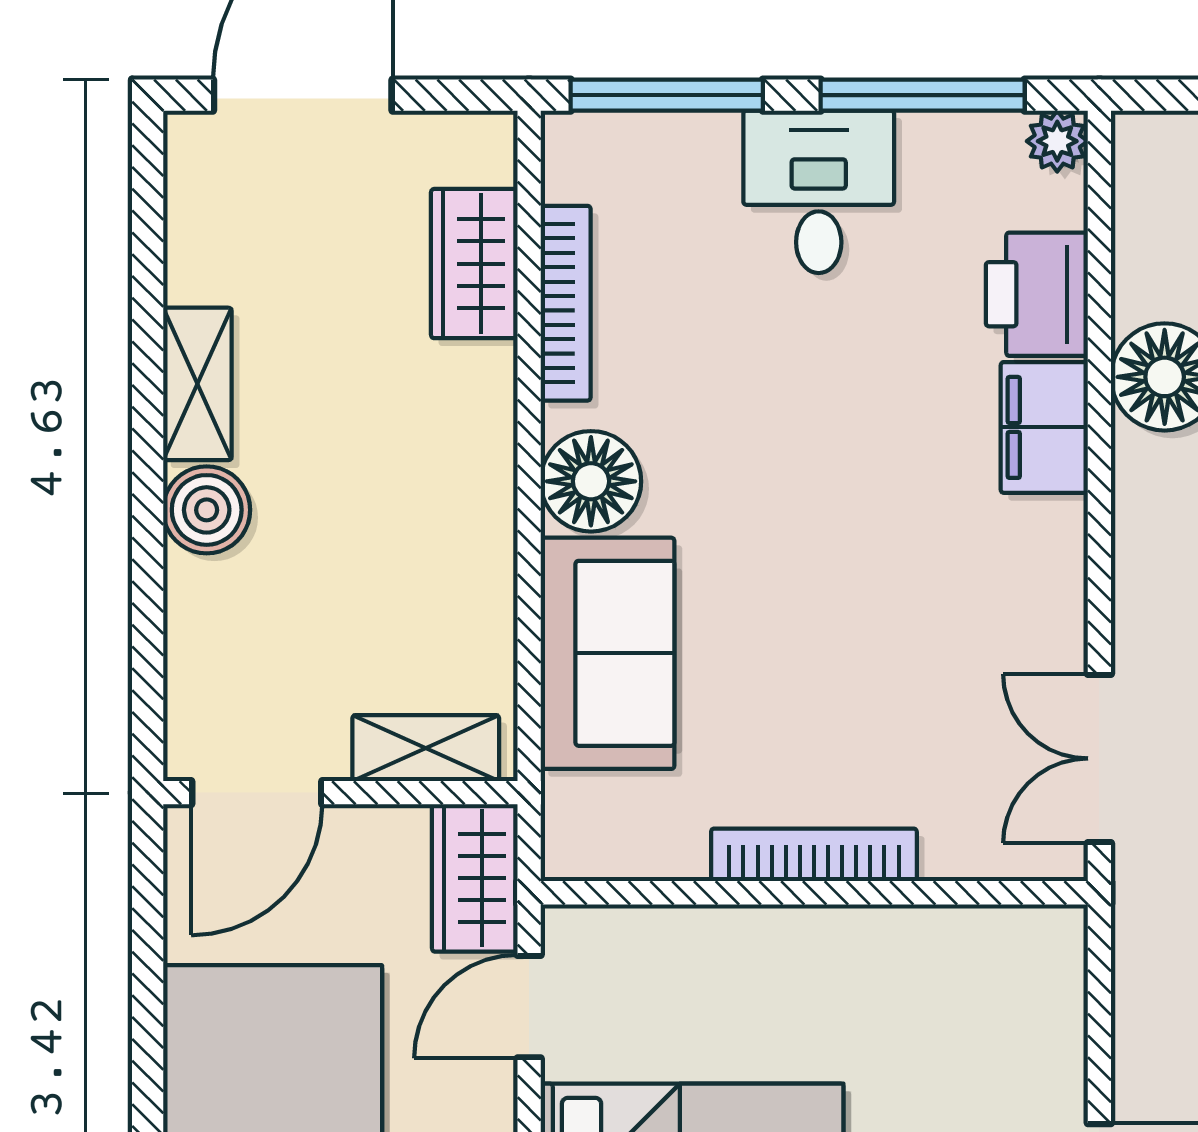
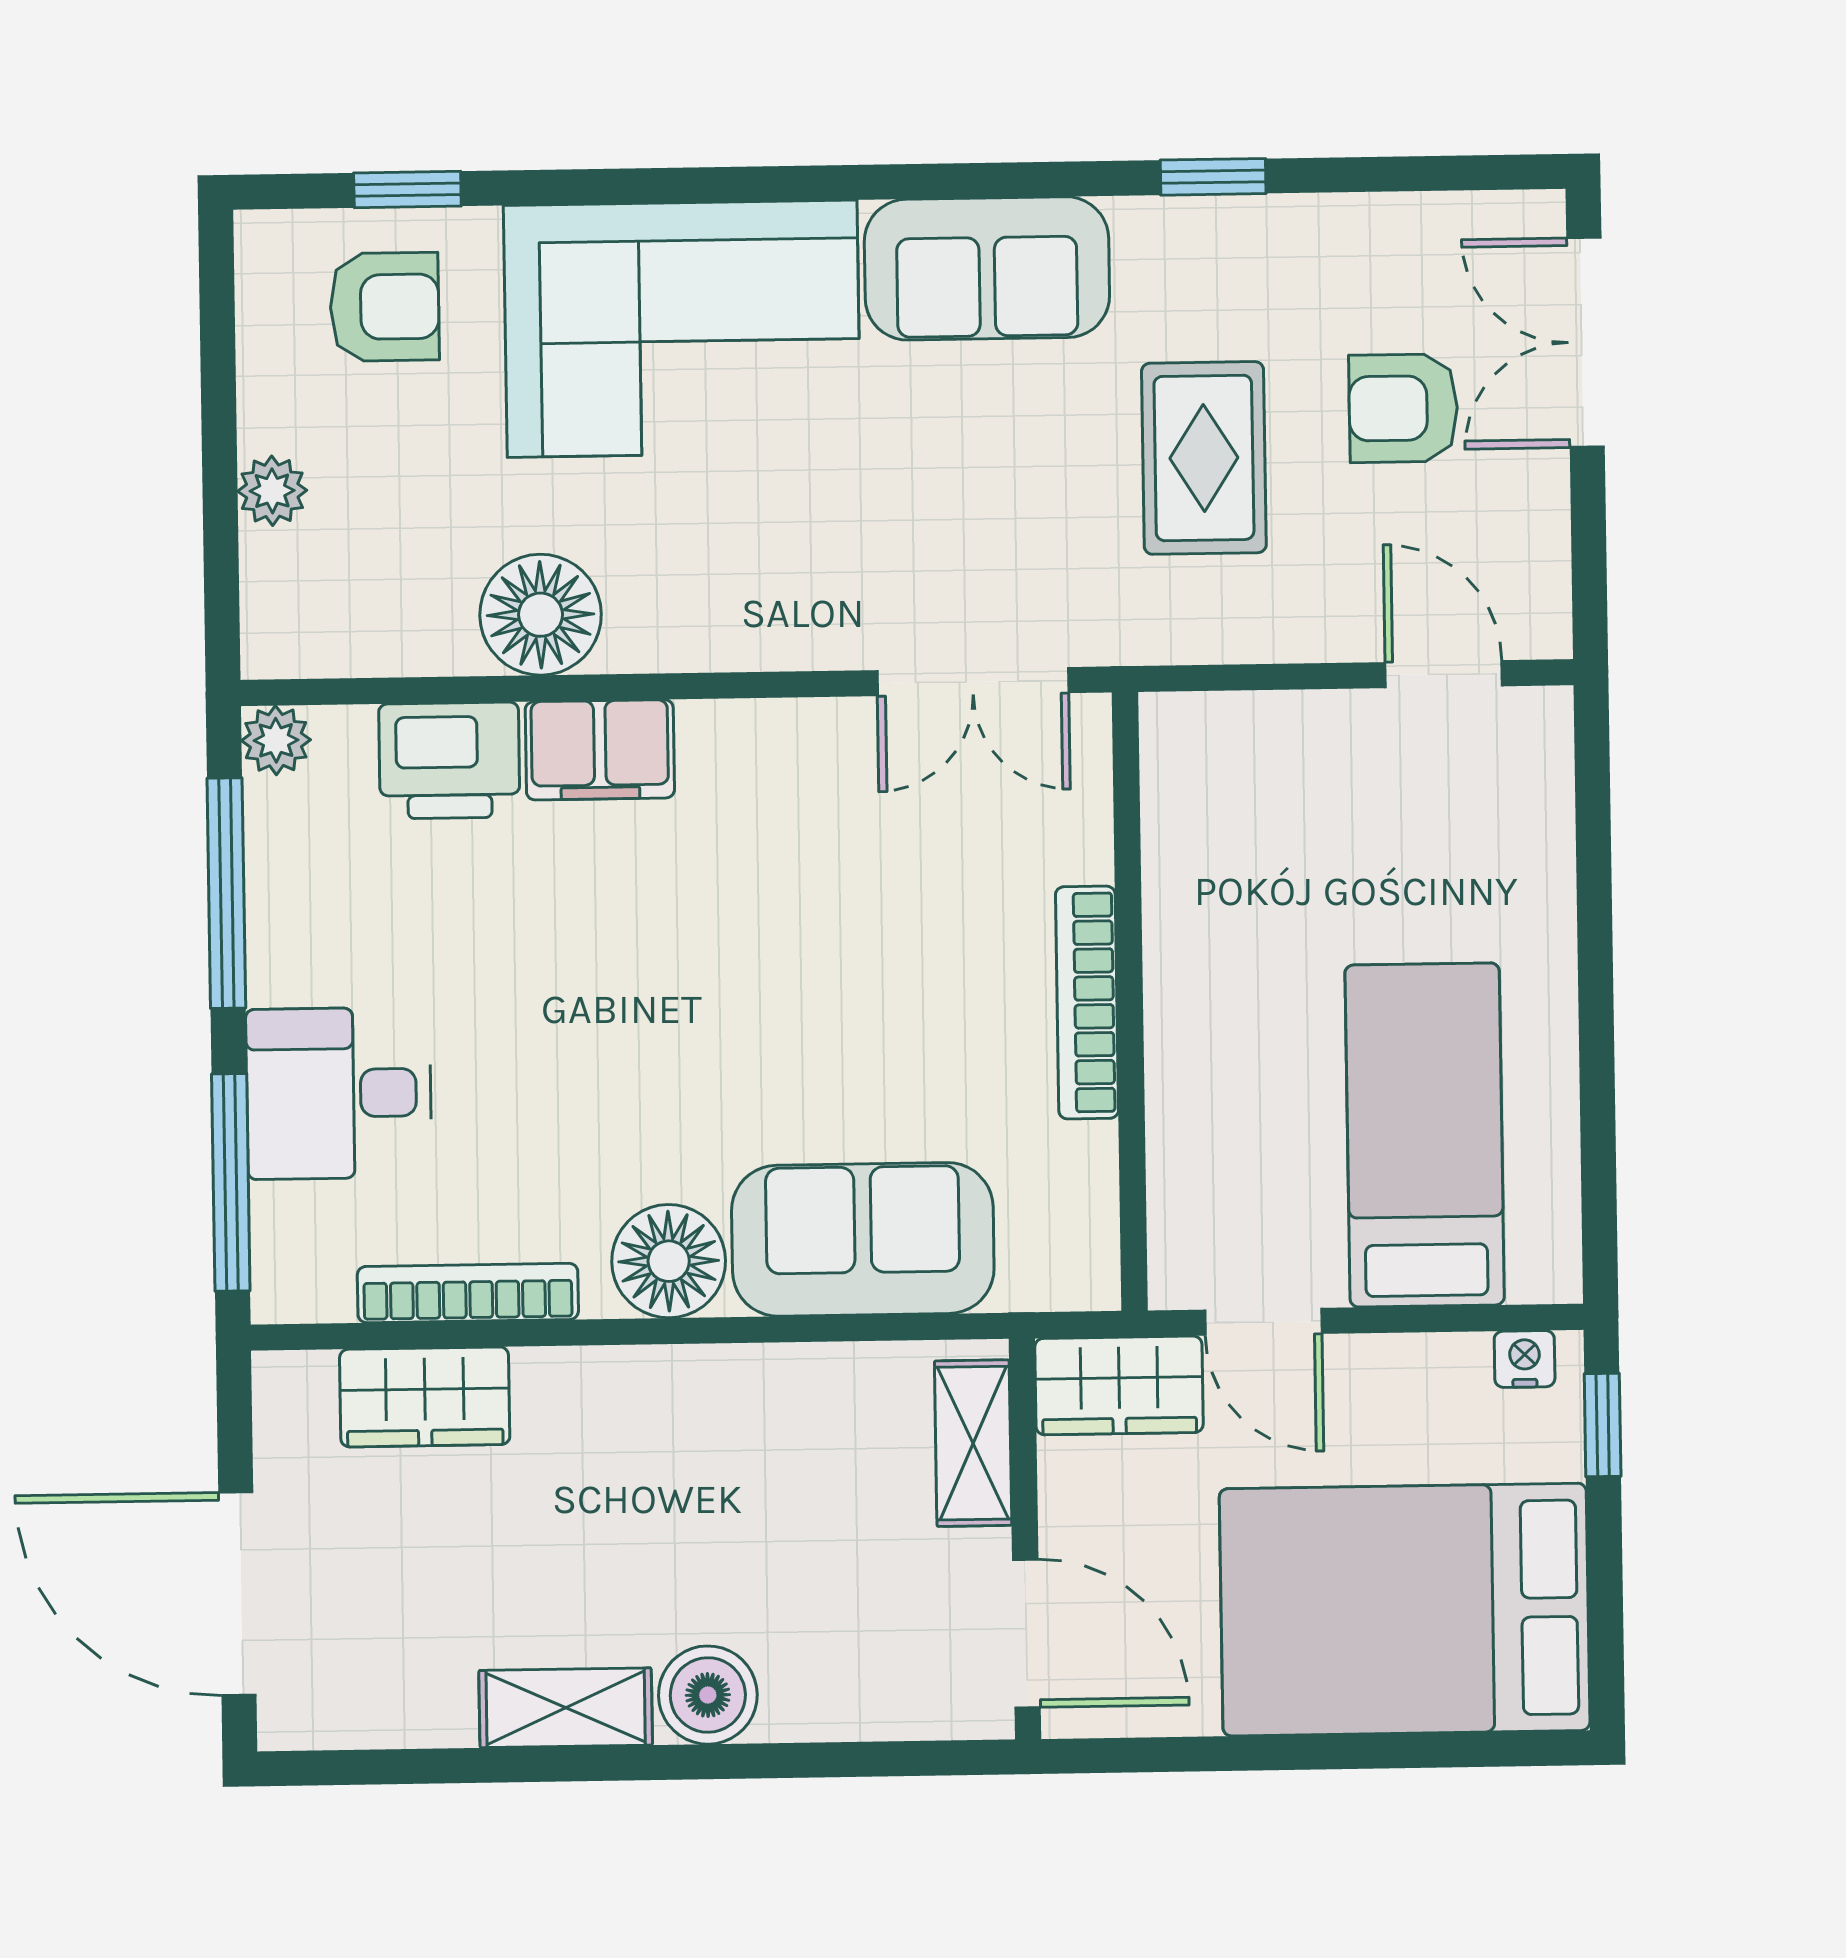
desk: (819, 192) -> (339, 1093), moved

